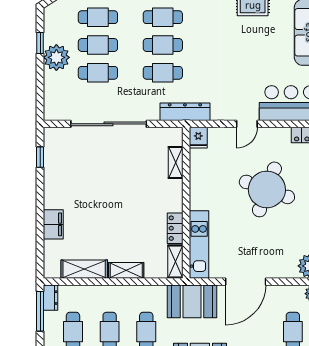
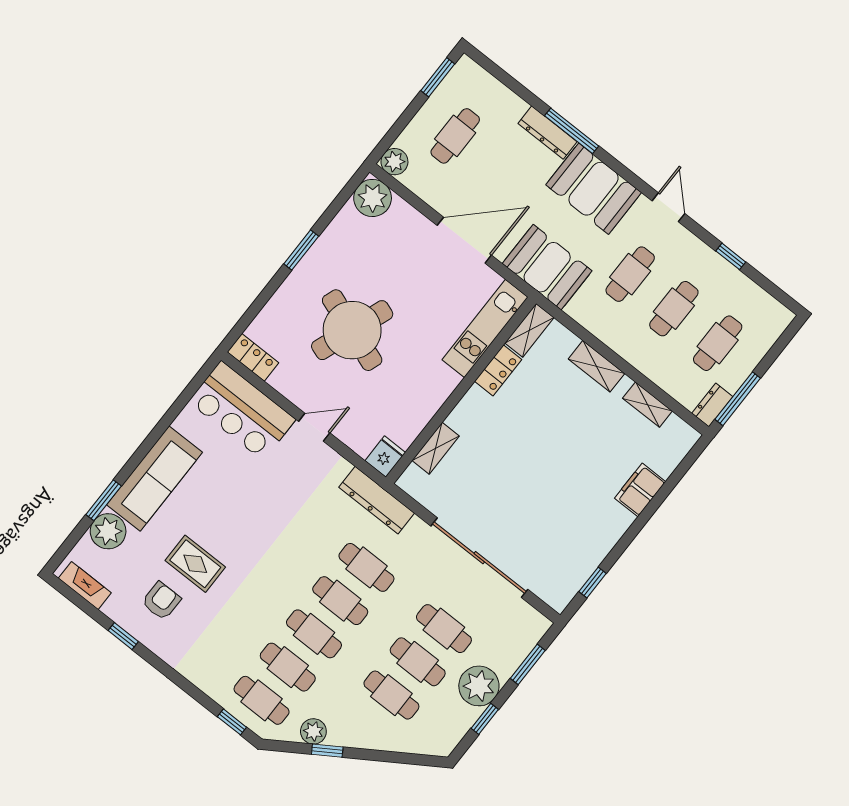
window: (40, 89) -> (528, 664), added
shelving: (84, 269) -> (647, 405), width x0.67, depth x0.75

